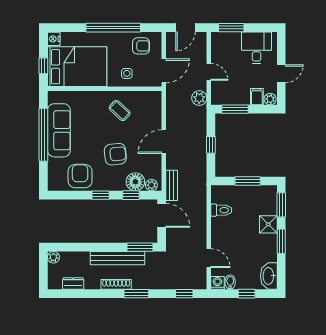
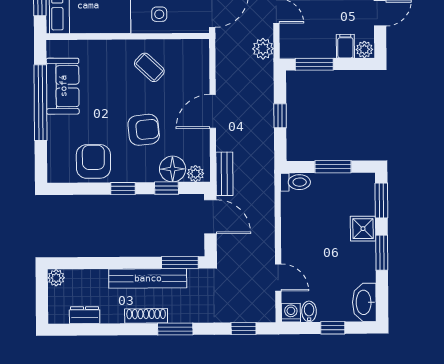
sofa: (59, 130) -> (63, 86), width x0.73
toilet: (221, 210) -> (295, 182), moved

